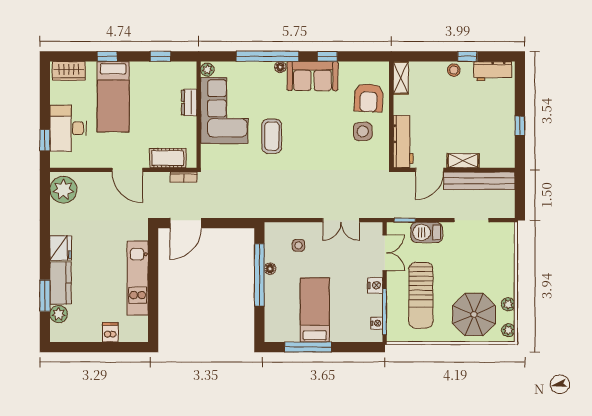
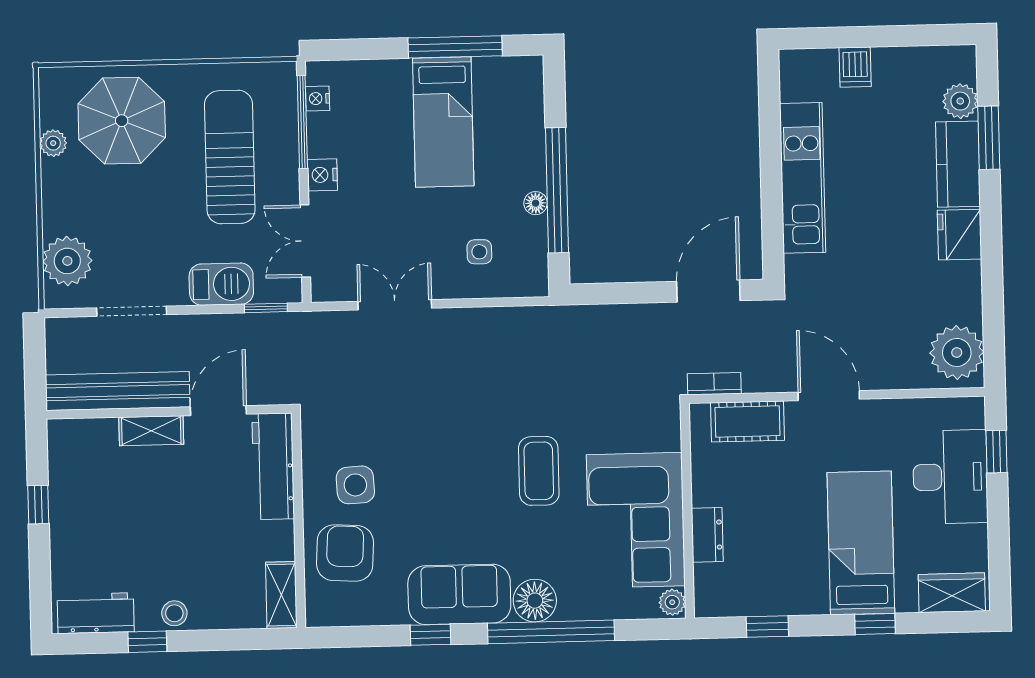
floor lamp: (280, 67) -> (535, 601), width x1.89, depth x1.89
plant: (508, 330) -> (67, 261), moved, width x1.88, depth x1.88

